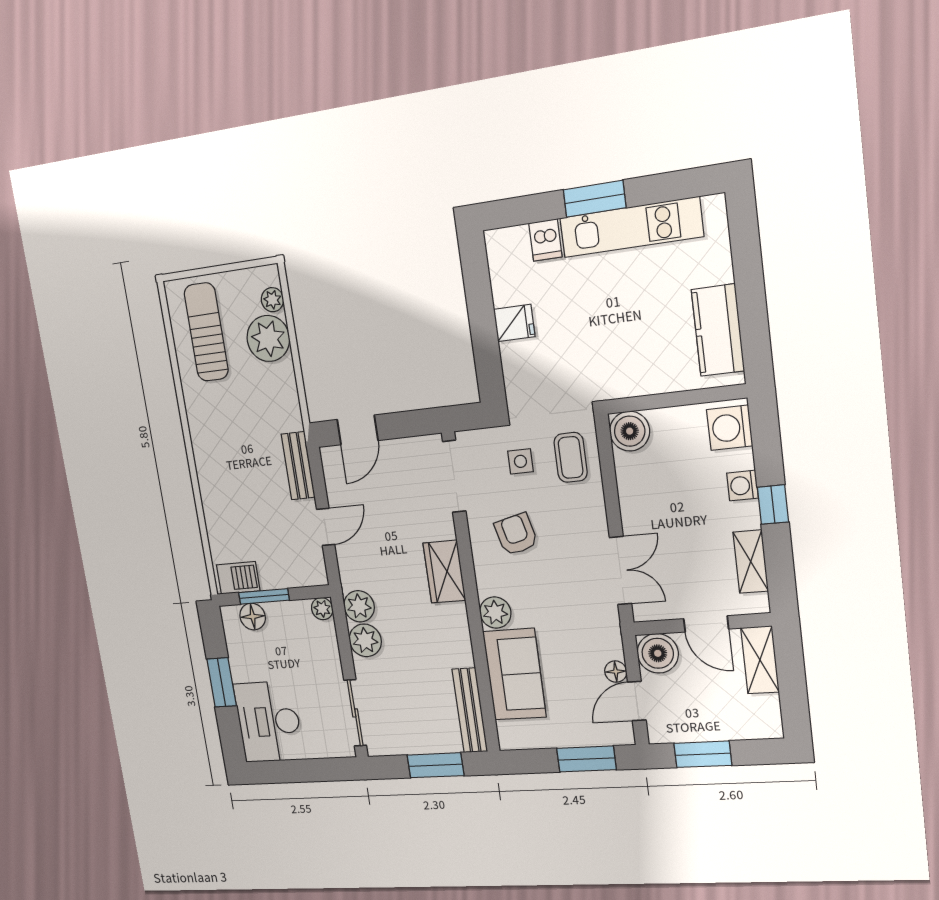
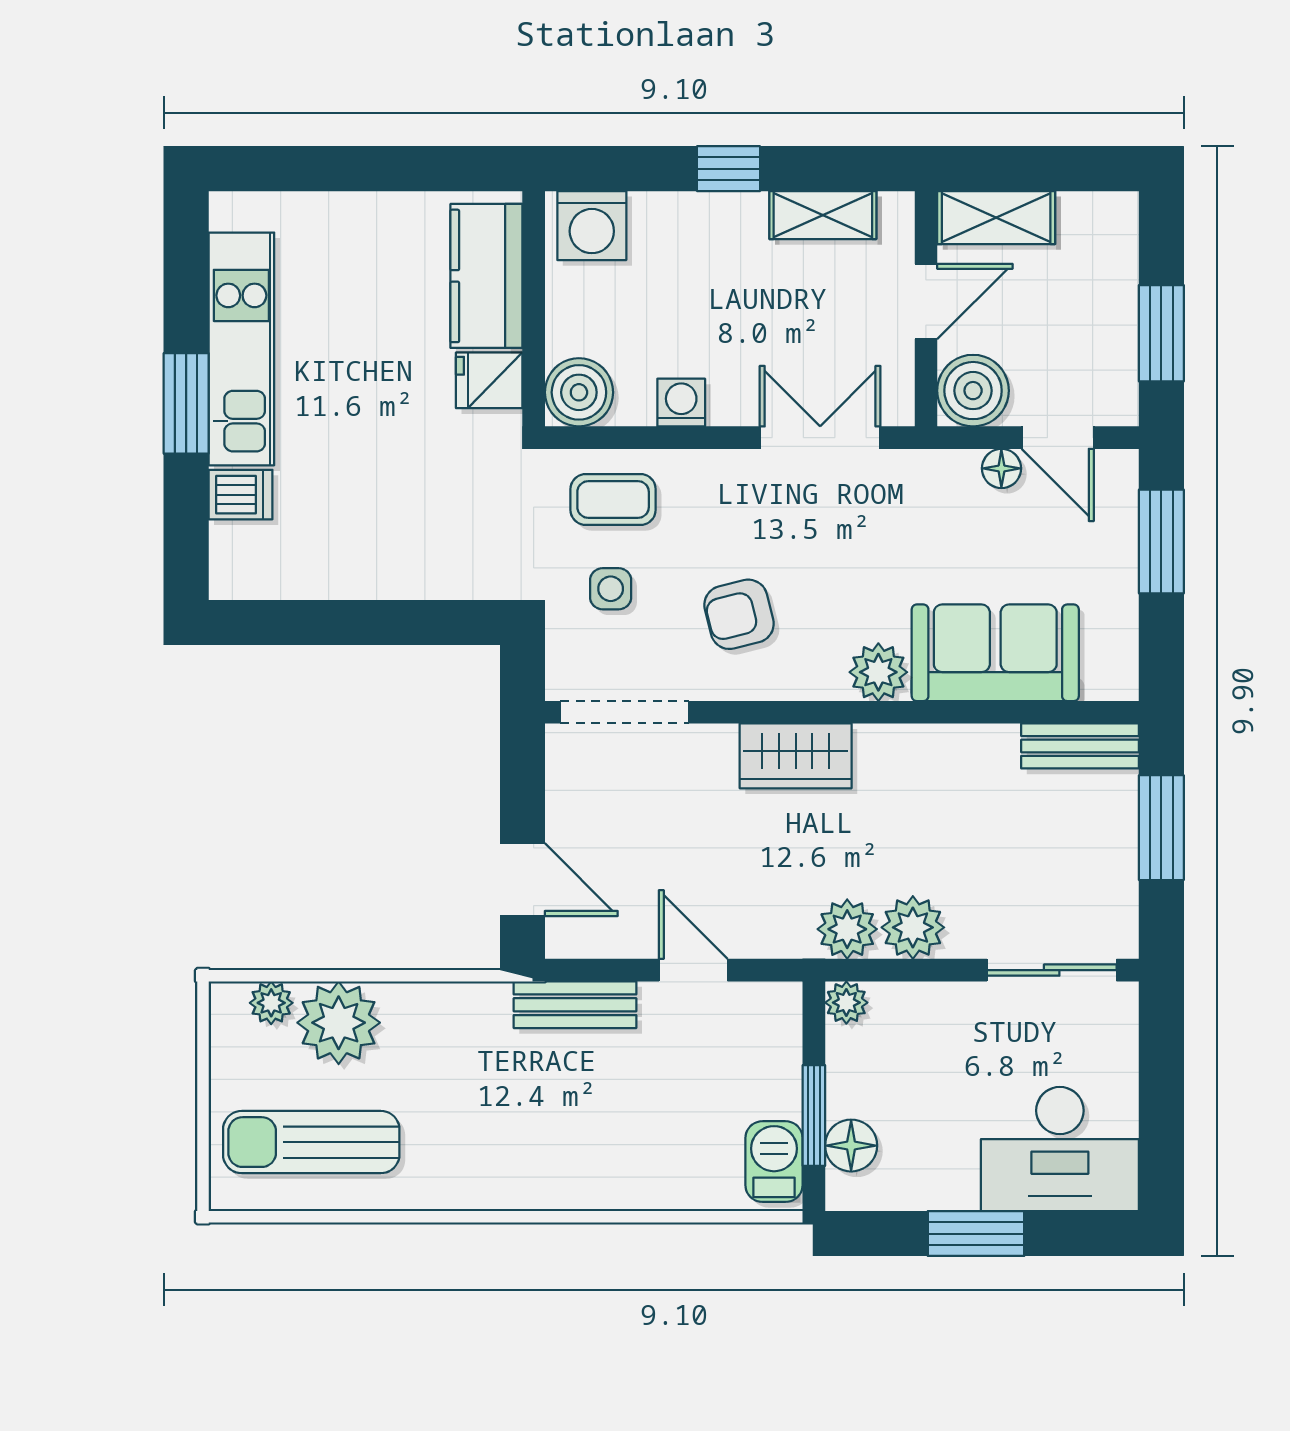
fridge: (514, 323) -> (489, 380), moved, turned -90
kitchen counter: (718, 330) -> (486, 276), moved, turned 90
washing machine: (742, 486) -> (681, 403), moved, turned 180
bench: (470, 710) -> (1080, 746), width x0.73

